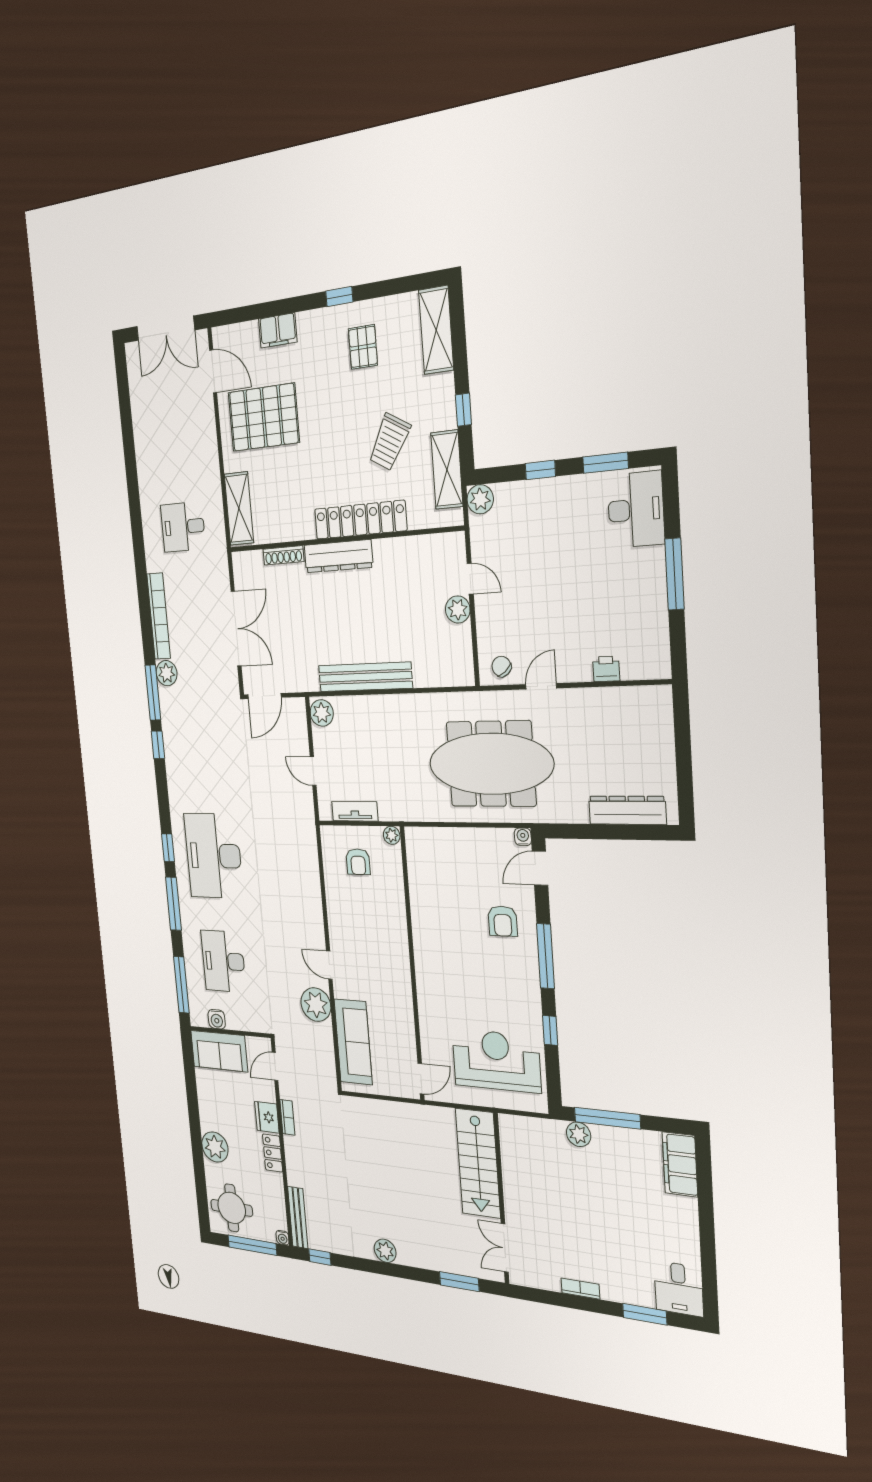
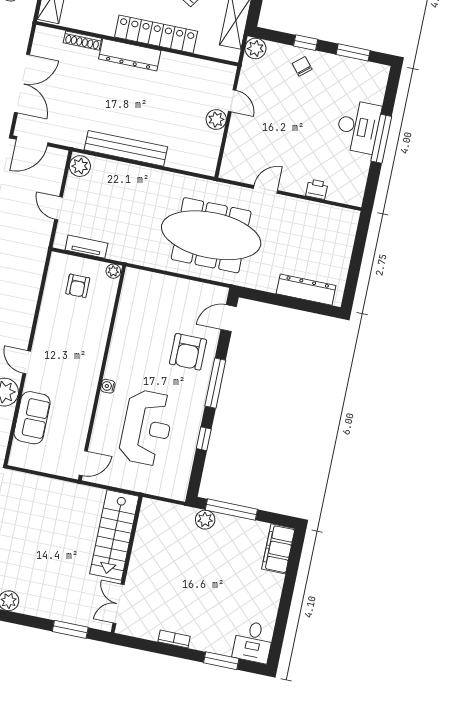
desk: (636, 510) -> (358, 127), moved
chair: (501, 666) -> (302, 66), moved
water cooler: (523, 837) -> (108, 386), moved, turned -90
armchair: (503, 921) -> (188, 352), width x1.38, depth x1.38
sofa: (353, 1042) -> (32, 418), width x0.73
reception desk: (496, 1061) -> (147, 428), moved, turned 90

